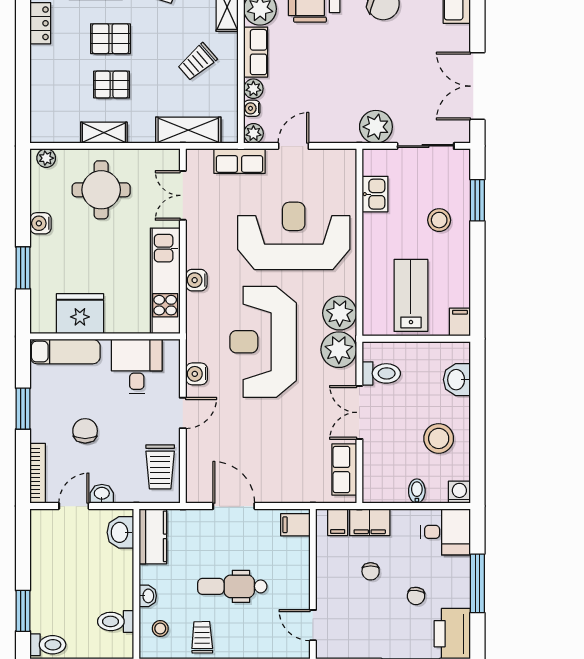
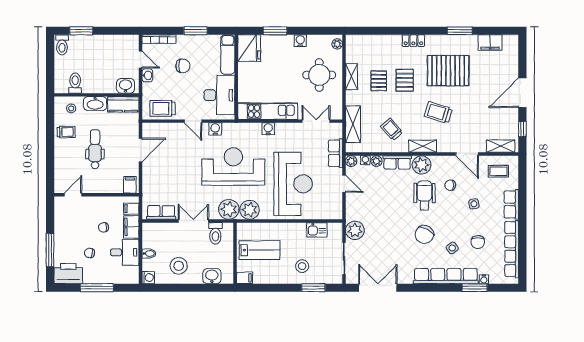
fridge: (80, 314) -> (249, 48), moved
desk: (137, 367) -> (219, 95), width x1.37
desk: (446, 532) -> (125, 252), moved, turned -90
washbasin: (148, 596) -> (95, 104), width x1.91, depth x1.45

